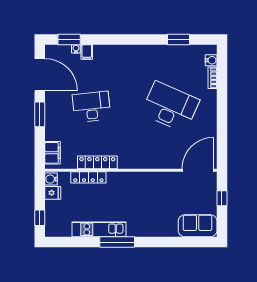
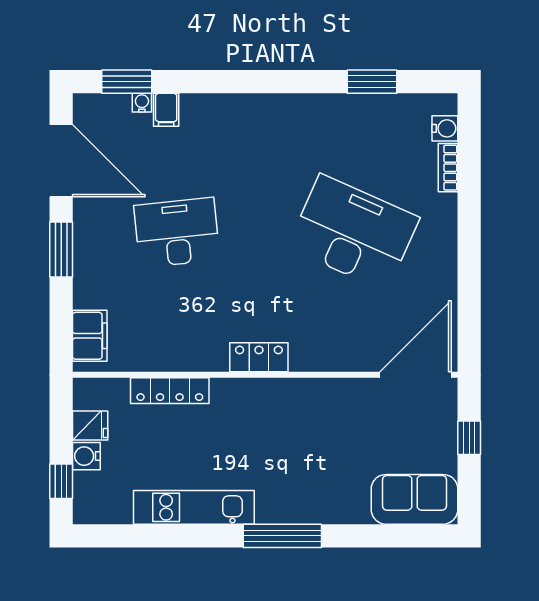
locker: (97, 162) -> (259, 357), moved, width x0.66
water cooler: (51, 179) -> (86, 456), moved
window: (117, 242) -> (282, 536), moved

